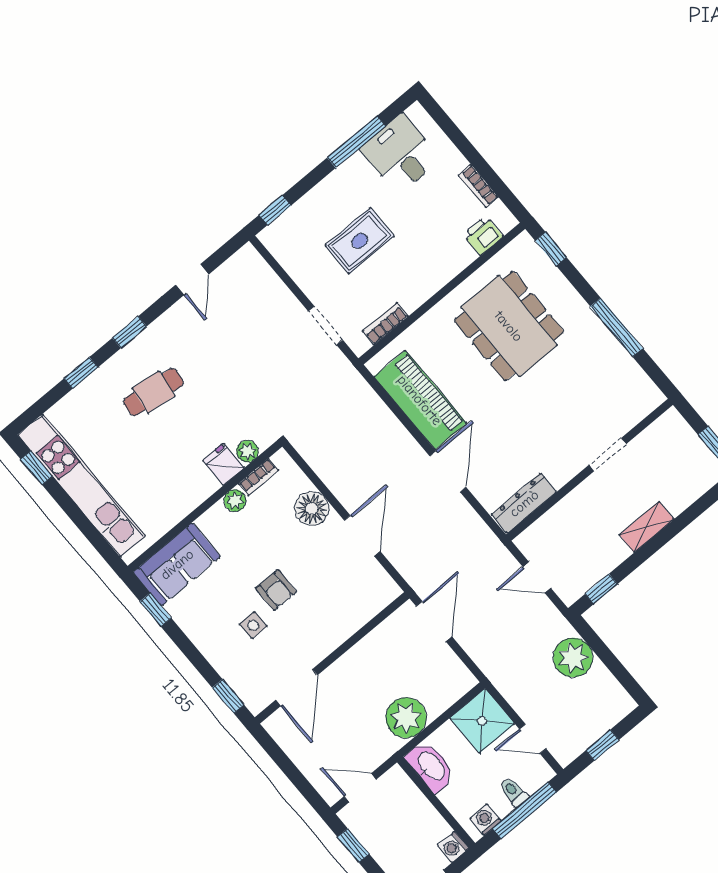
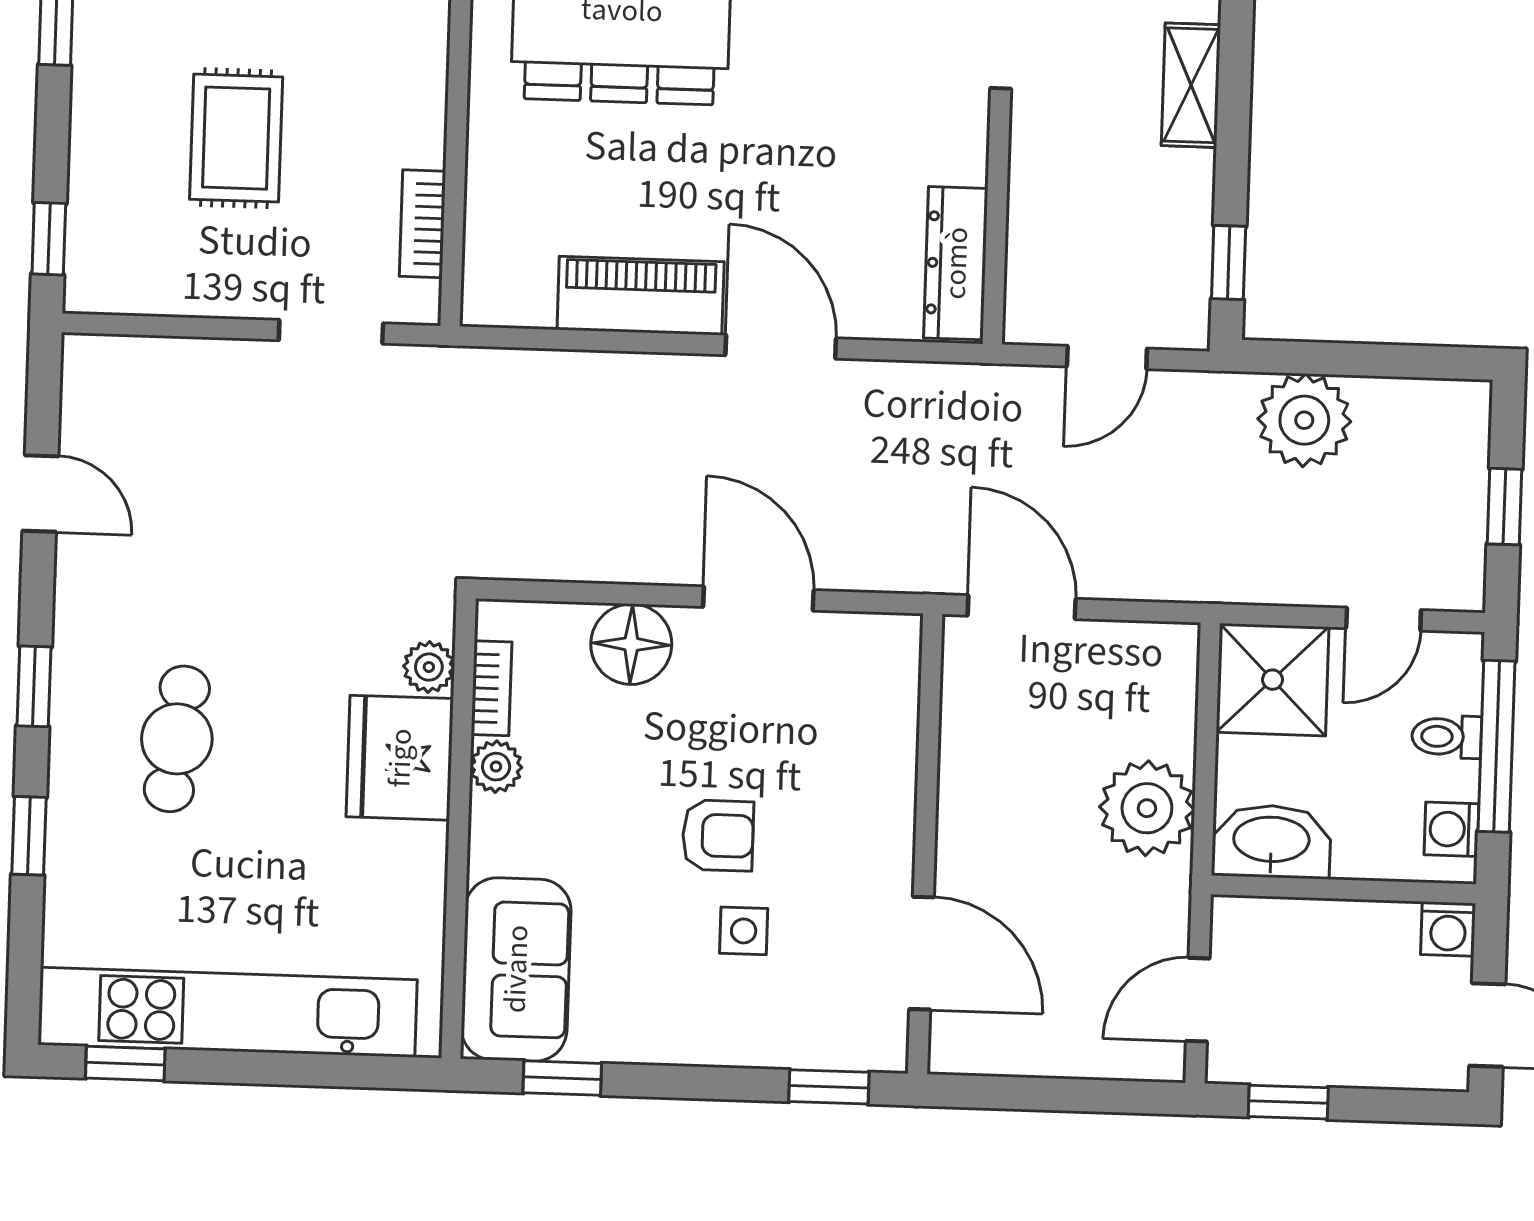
piano: (420, 400) -> (641, 296), width x0.73, depth x0.75
fridge: (223, 464) -> (400, 758), width x1.88, depth x1.34

